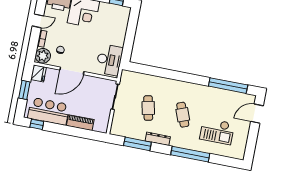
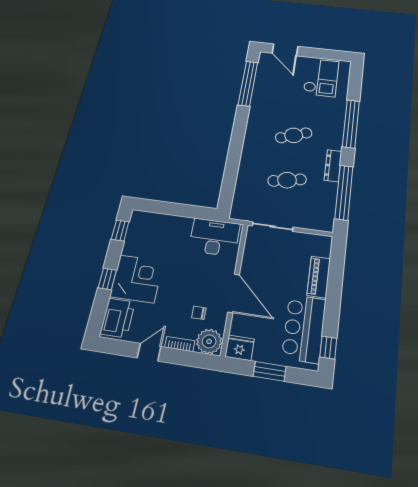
door: (38, 21) -> (149, 352), hinge flipped
checkout: (217, 131) -> (321, 77), moved
window: (137, 144) -> (344, 192), width x1.46

